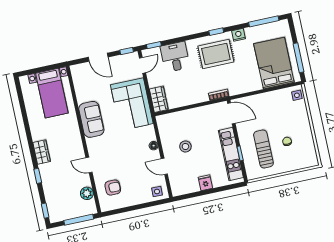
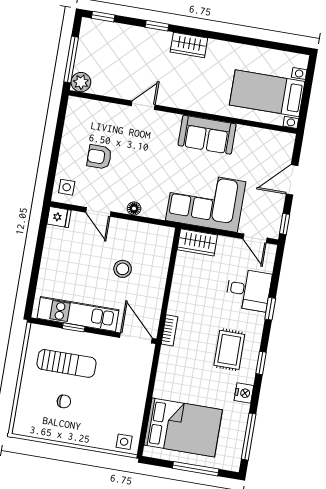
window: (154, 45) -> (270, 309), moved
rug: (216, 54) -> (229, 350), width x0.73, depth x0.70
window: (299, 58) -> (196, 469), moved
door: (231, 113) -> (136, 338), swing flipped
stool: (185, 147) -> (123, 269), moved
door: (164, 166) -> (98, 212), swing flipped
fridge: (205, 183) -> (59, 217), moved
armchair: (113, 188) -> (99, 157), moved, turned 90
plant: (87, 193) -> (81, 82), moved

